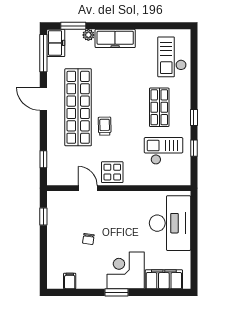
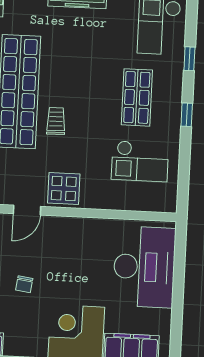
window: (194, 148) -> (189, 59), moved
checkout: (164, 151) -> (140, 161), turned 180
door: (88, 188) -> (27, 210), swing flipped

